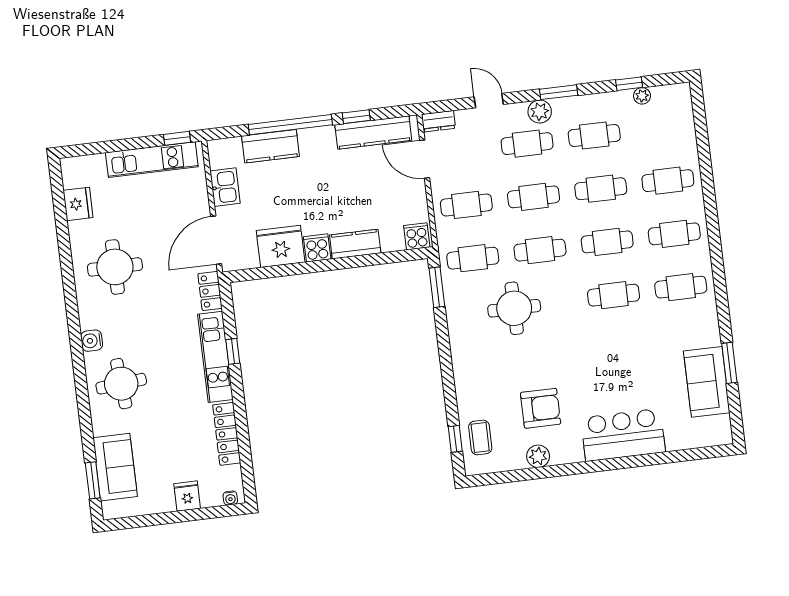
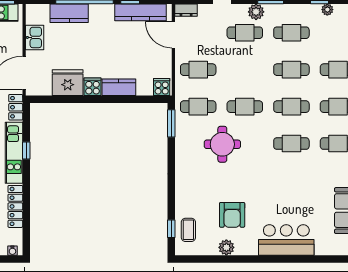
cafe table: (534, 197) -> (245, 70), removed
armchair: (541, 408) -> (232, 215), turned 90

